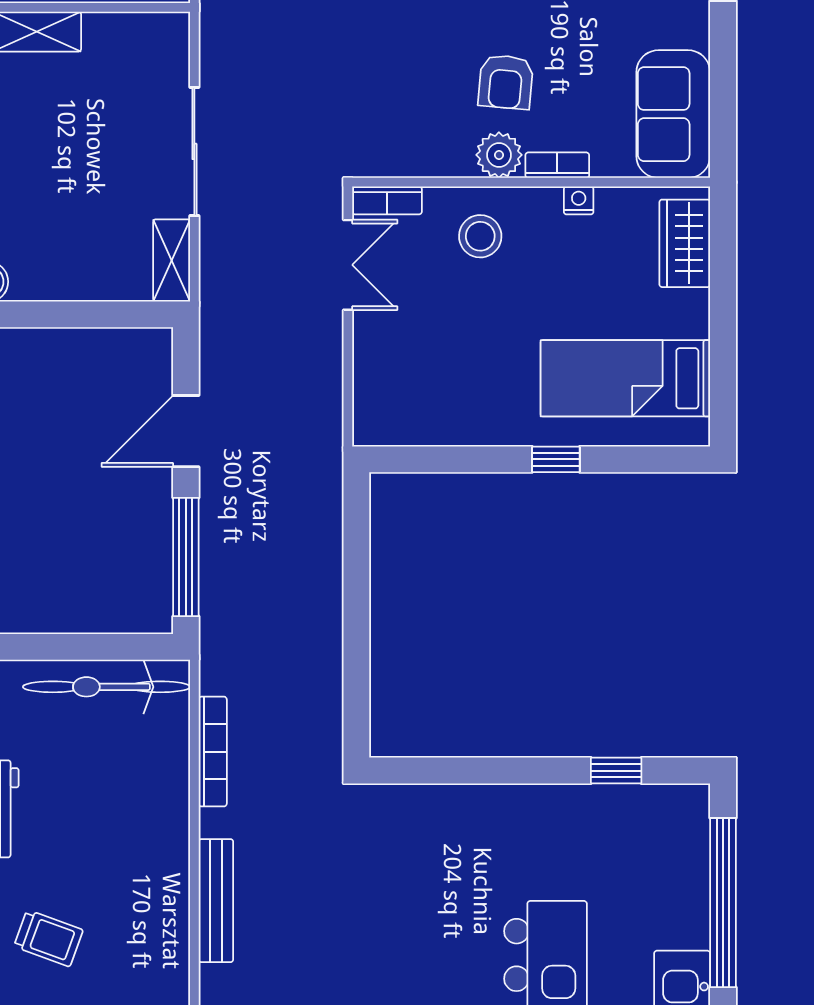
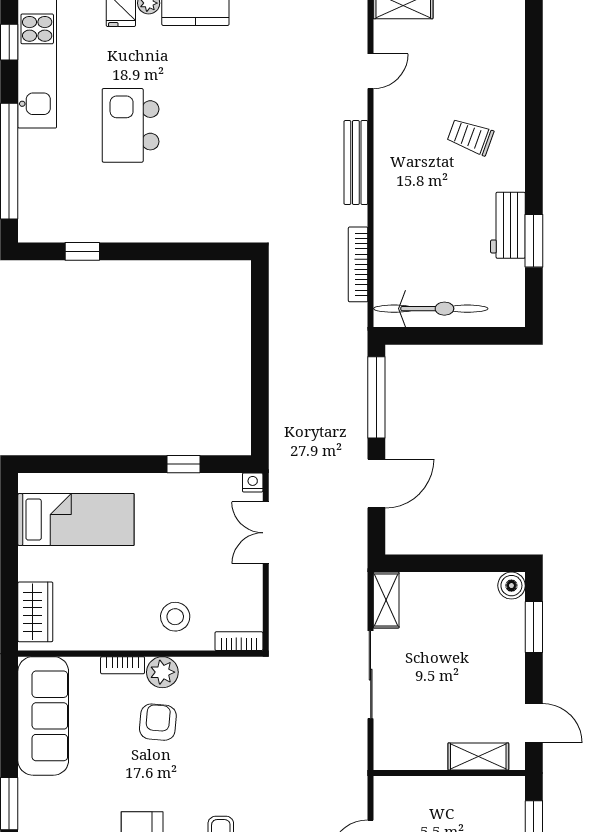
sofa: (673, 114) -> (43, 716), width x1.36
nightstand: (579, 200) -> (253, 482), moved, turned 180
double door: (348, 265) -> (266, 533), moved
window: (556, 459) -> (184, 464), moved

